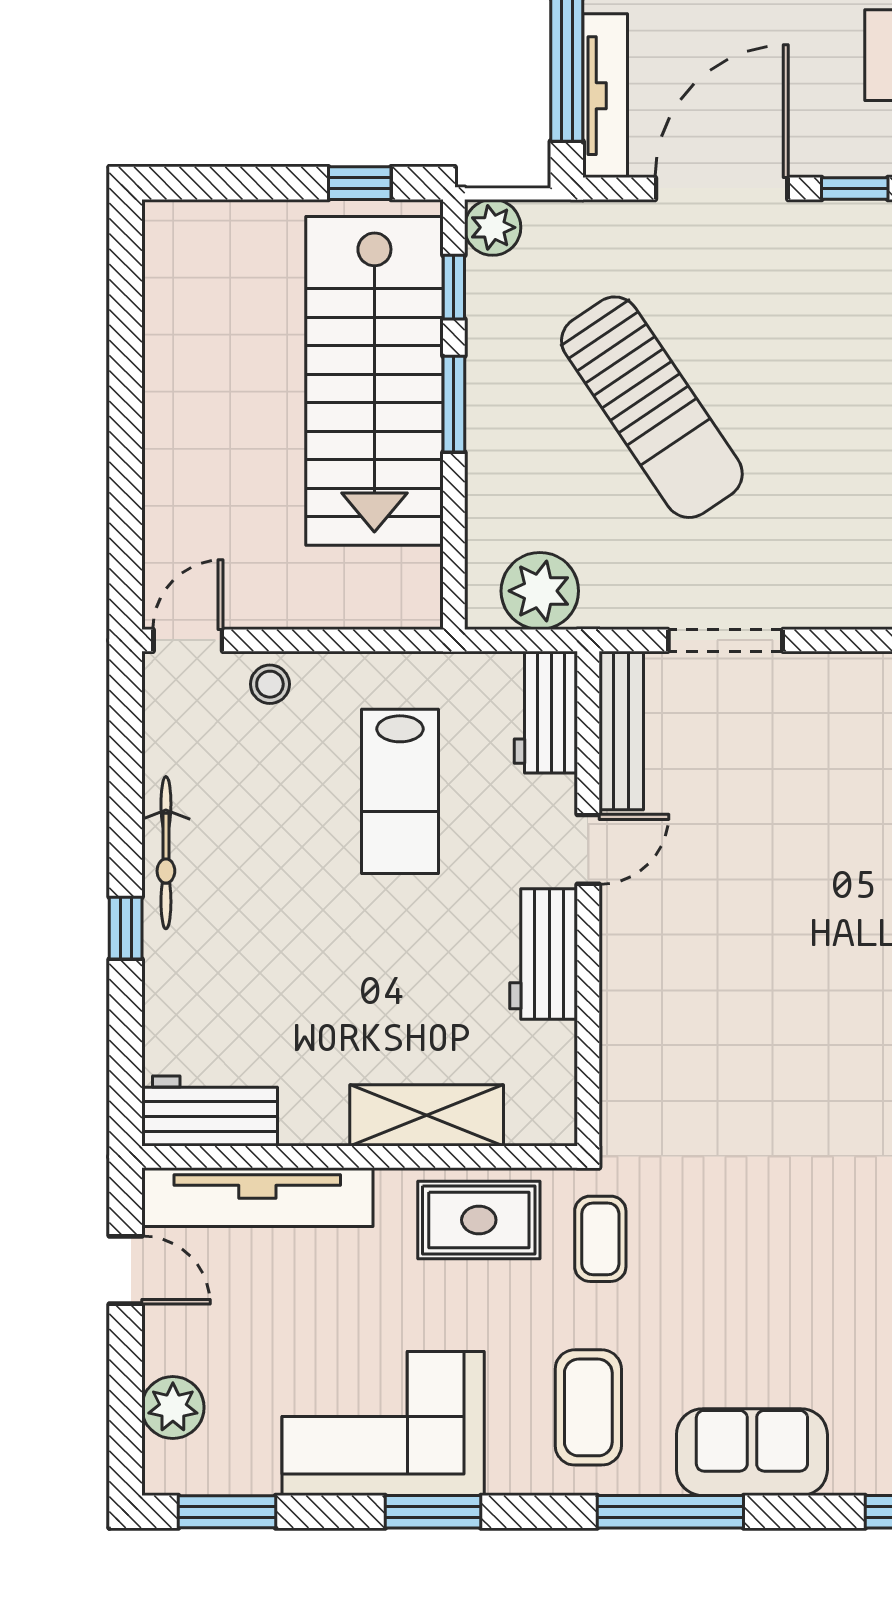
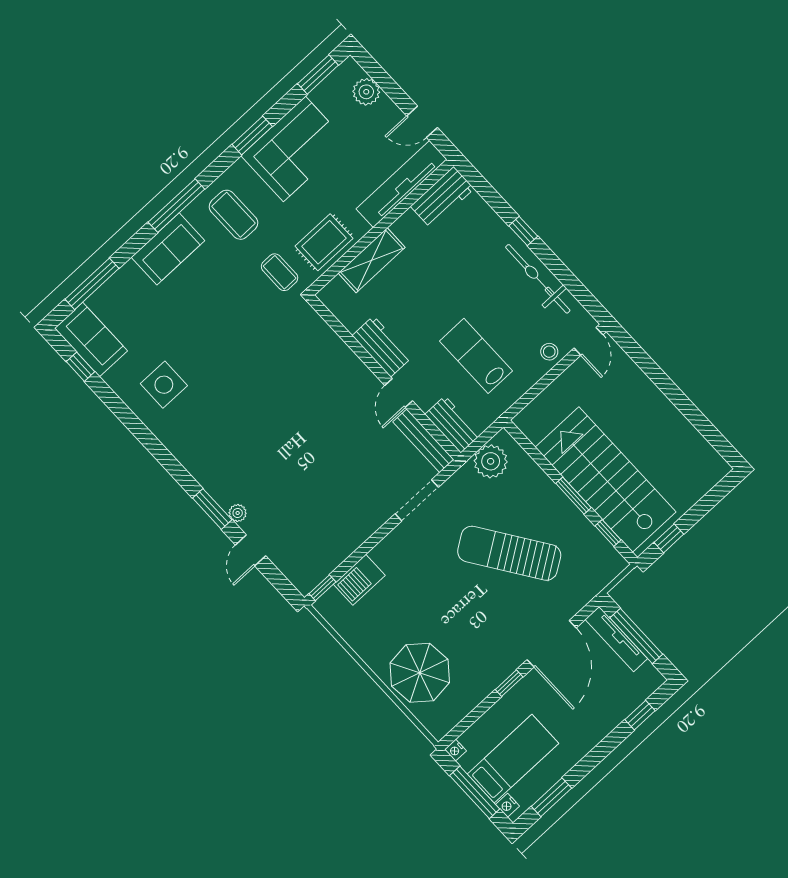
plant: (493, 227) -> (613, 564), removed
bicycle: (166, 853) -> (538, 279), width x1.37, depth x1.40

